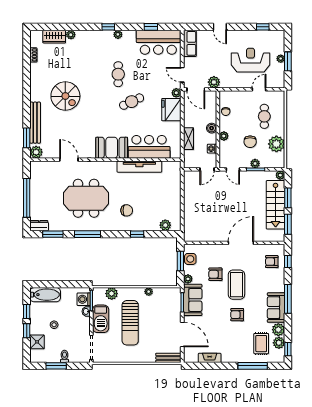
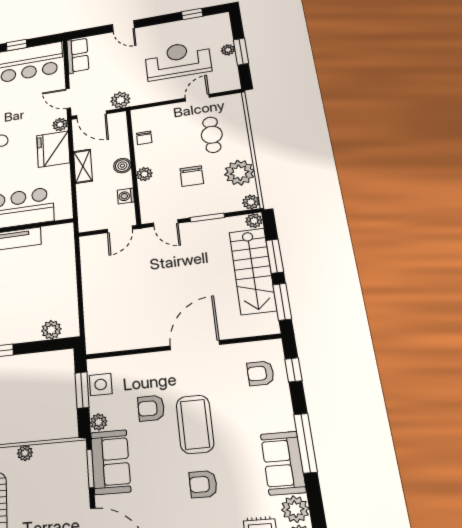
shelving: (188, 139) -> (83, 166), moved
plant: (255, 163) -> (251, 202), moved

